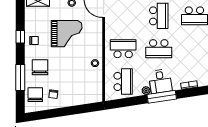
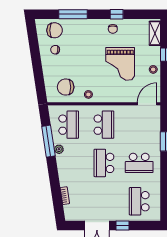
chair: (40, 67) -> (66, 87), moved, turned 180
school desk: (123, 81) -> (69, 125), turned -90
desk: (160, 81) -> (69, 165), removed
window: (162, 97) -> (48, 141), moved

